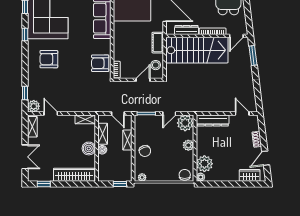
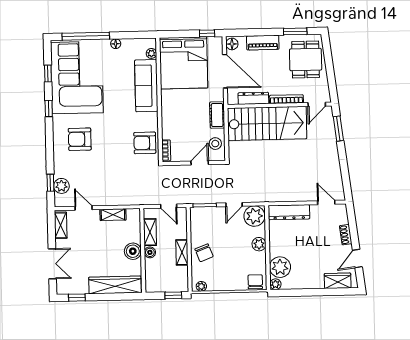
plant: (34, 106) -> (61, 186), moved
shelving: (85, 119) -> (113, 215), moved
shelving: (127, 140) -> (182, 252), moved

